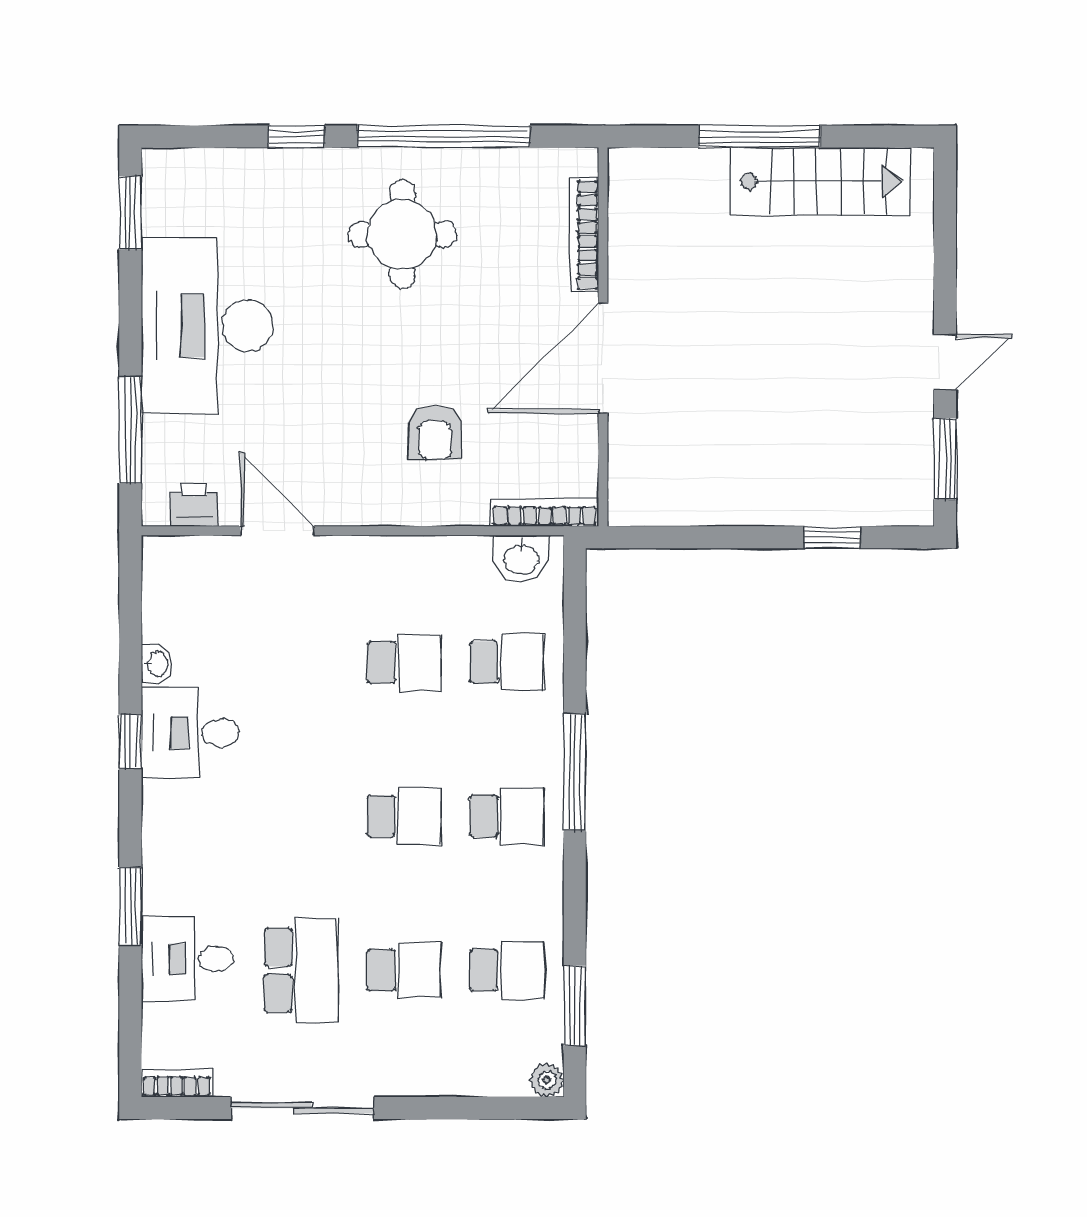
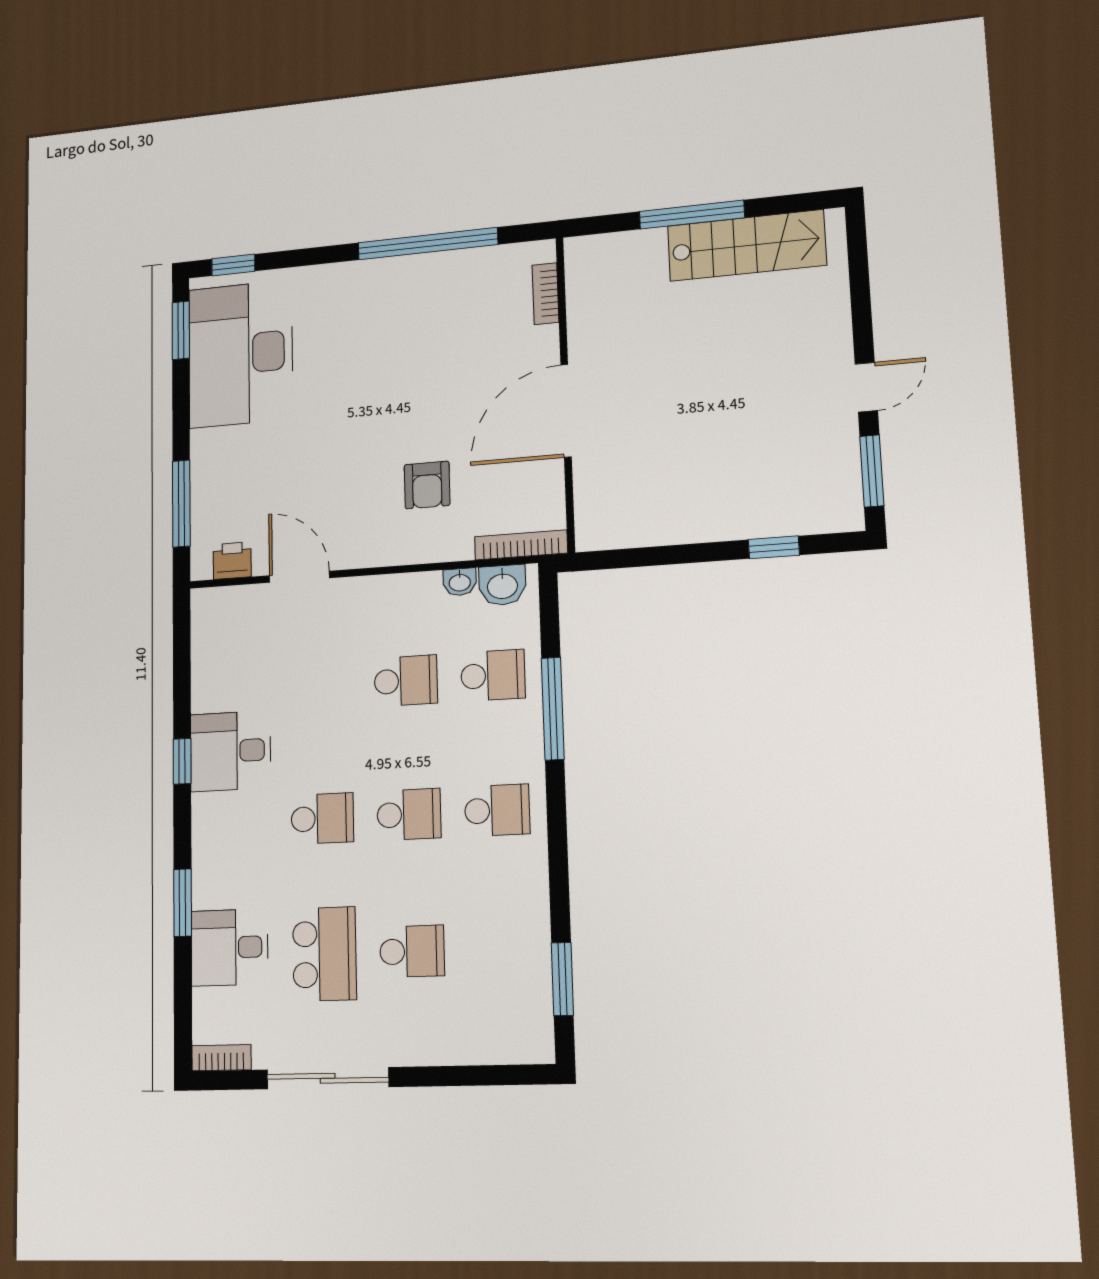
window: (296, 137) -> (233, 265), moved
round table: (402, 234) -> (396, 325), removed
bookcase: (584, 235) -> (546, 294), width x0.64
desk: (207, 326) -> (240, 354), moved
washbasin: (157, 664) -> (460, 582), moved, turned 90
window: (575, 772) -> (553, 709), moved
school desk: (507, 970) -> (322, 818), moved
plant: (547, 1080) -> (540, 1049), removed

